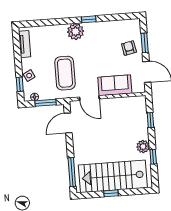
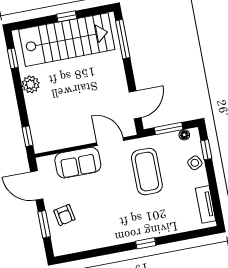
window: (89, 19) -> (146, 243), moved
plant: (76, 32) -> (139, 229), removed
window: (150, 120) -> (27, 136), moved
window: (153, 157) -> (13, 58), moved

